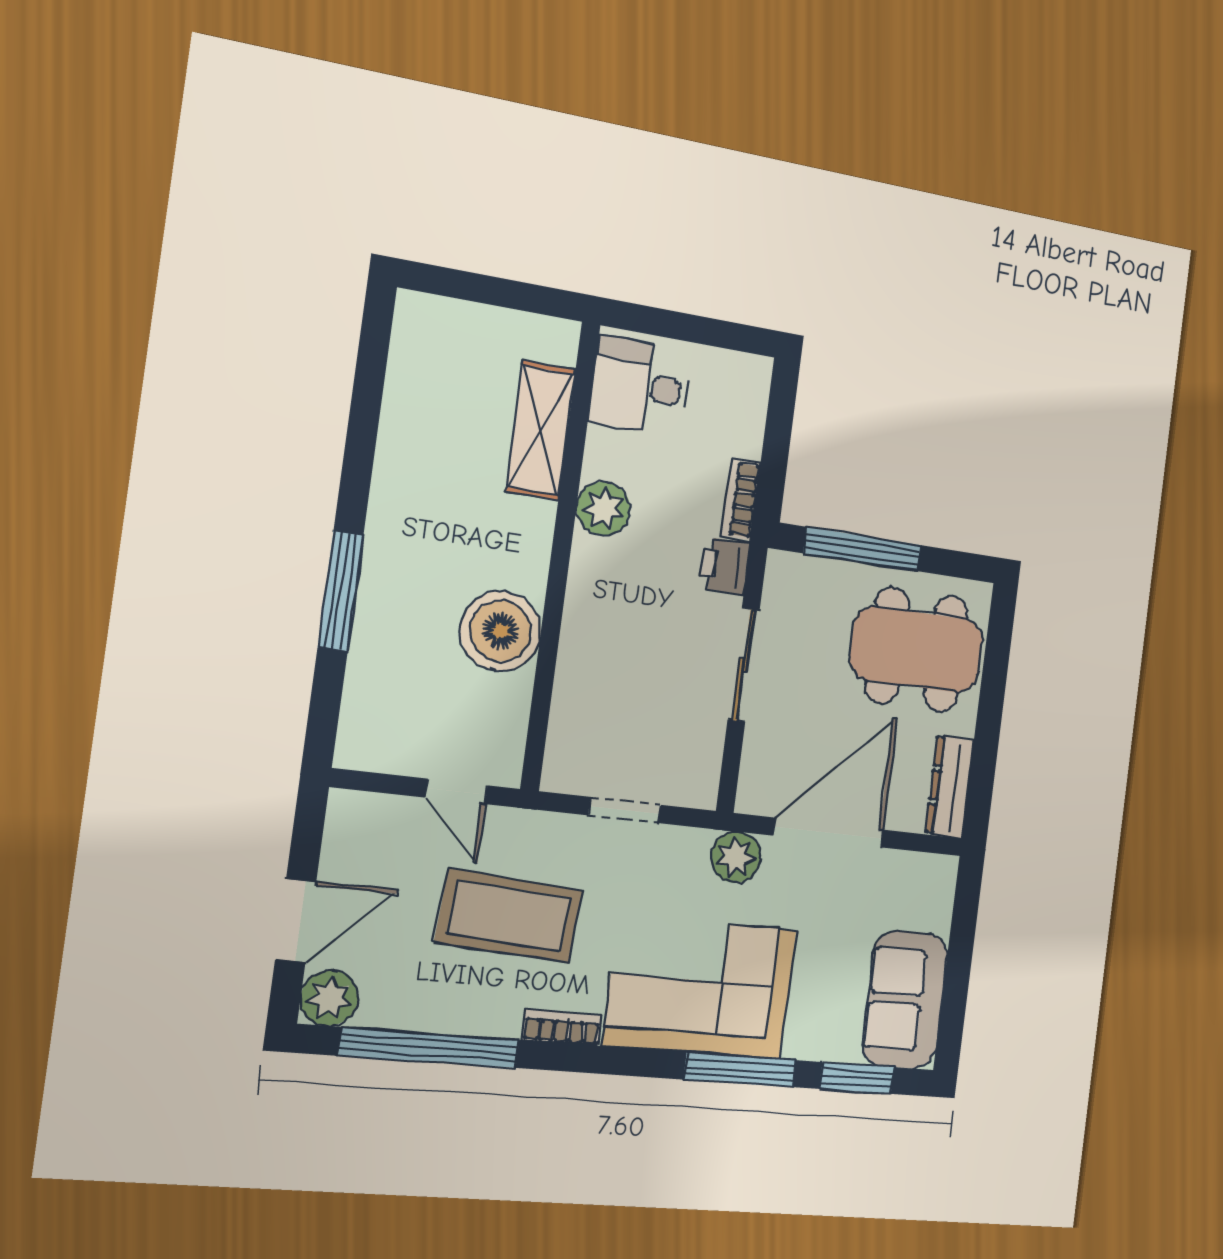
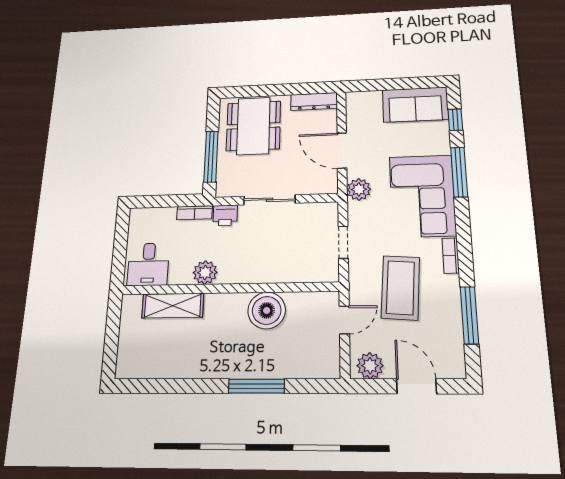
door: (828, 833) -> (342, 151), width x0.73
plant: (329, 998) -> (370, 366), moved
window: (430, 1048) -> (469, 315), width x0.68
window: (857, 1078) -> (455, 120), width x0.67

